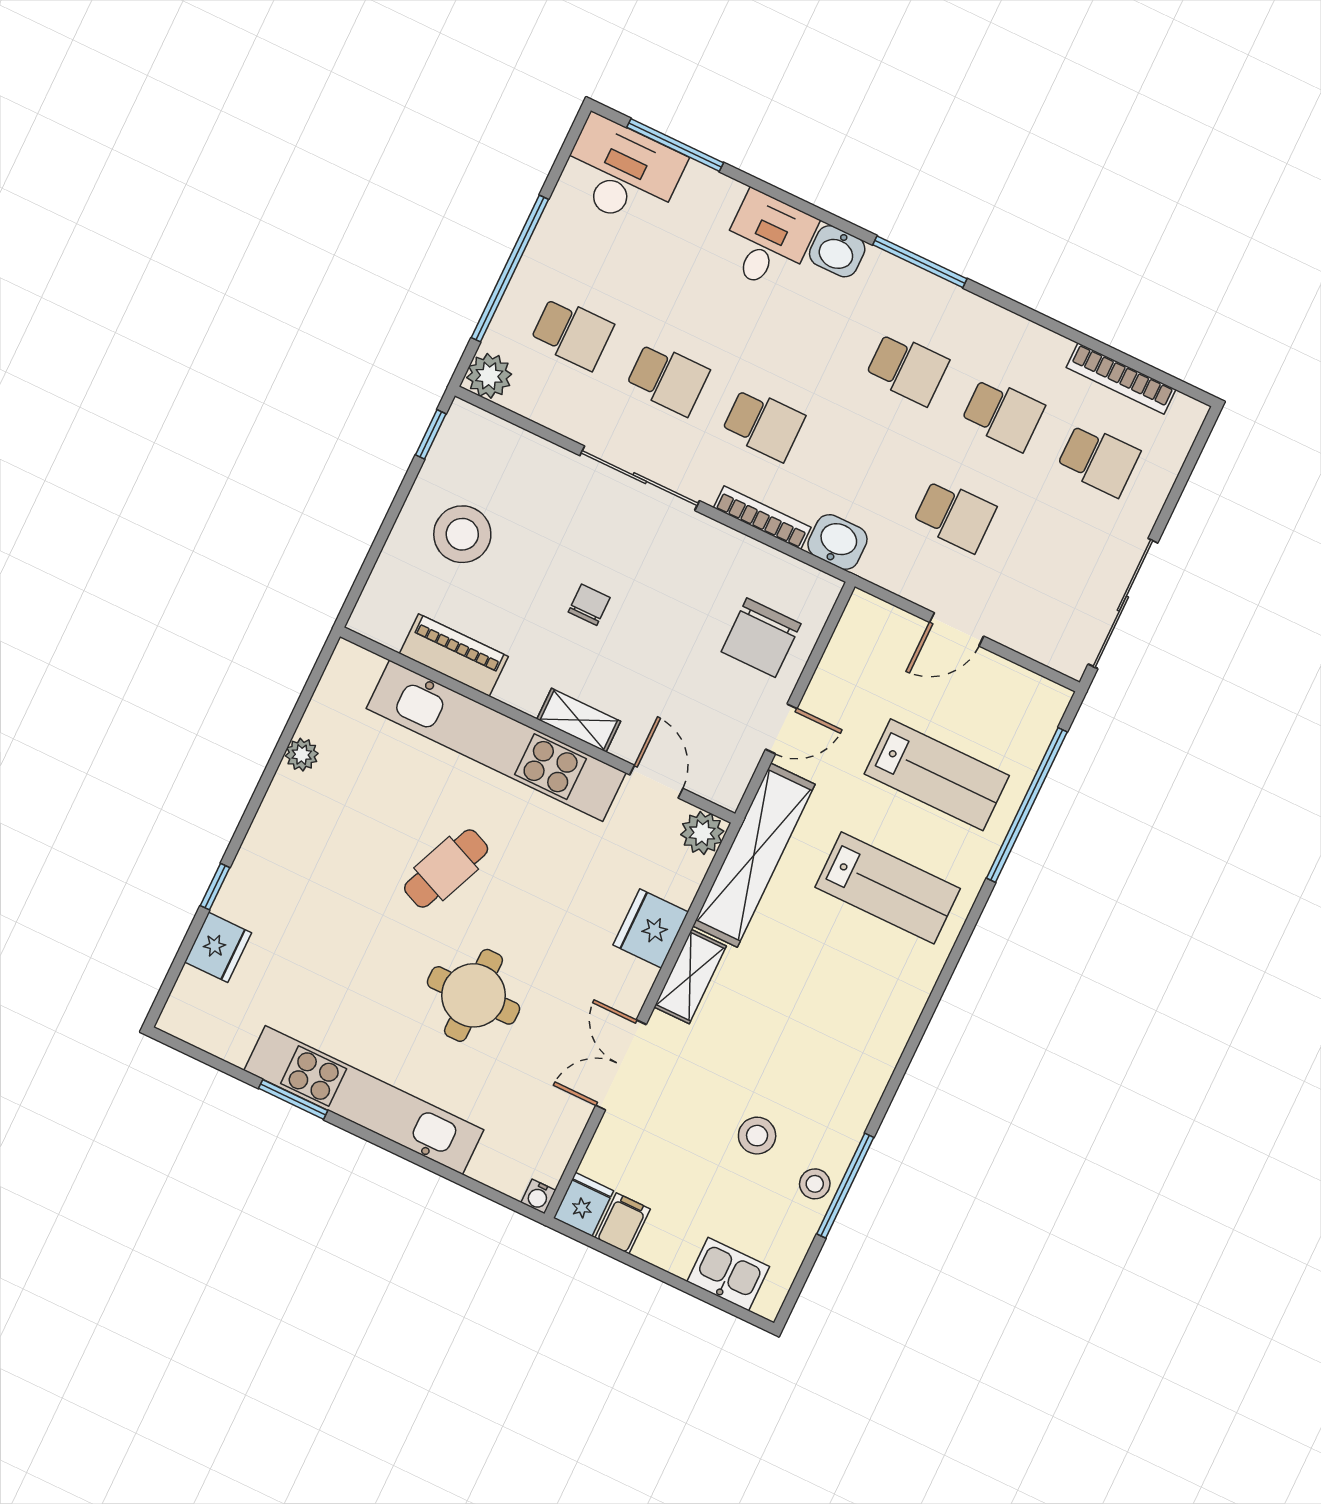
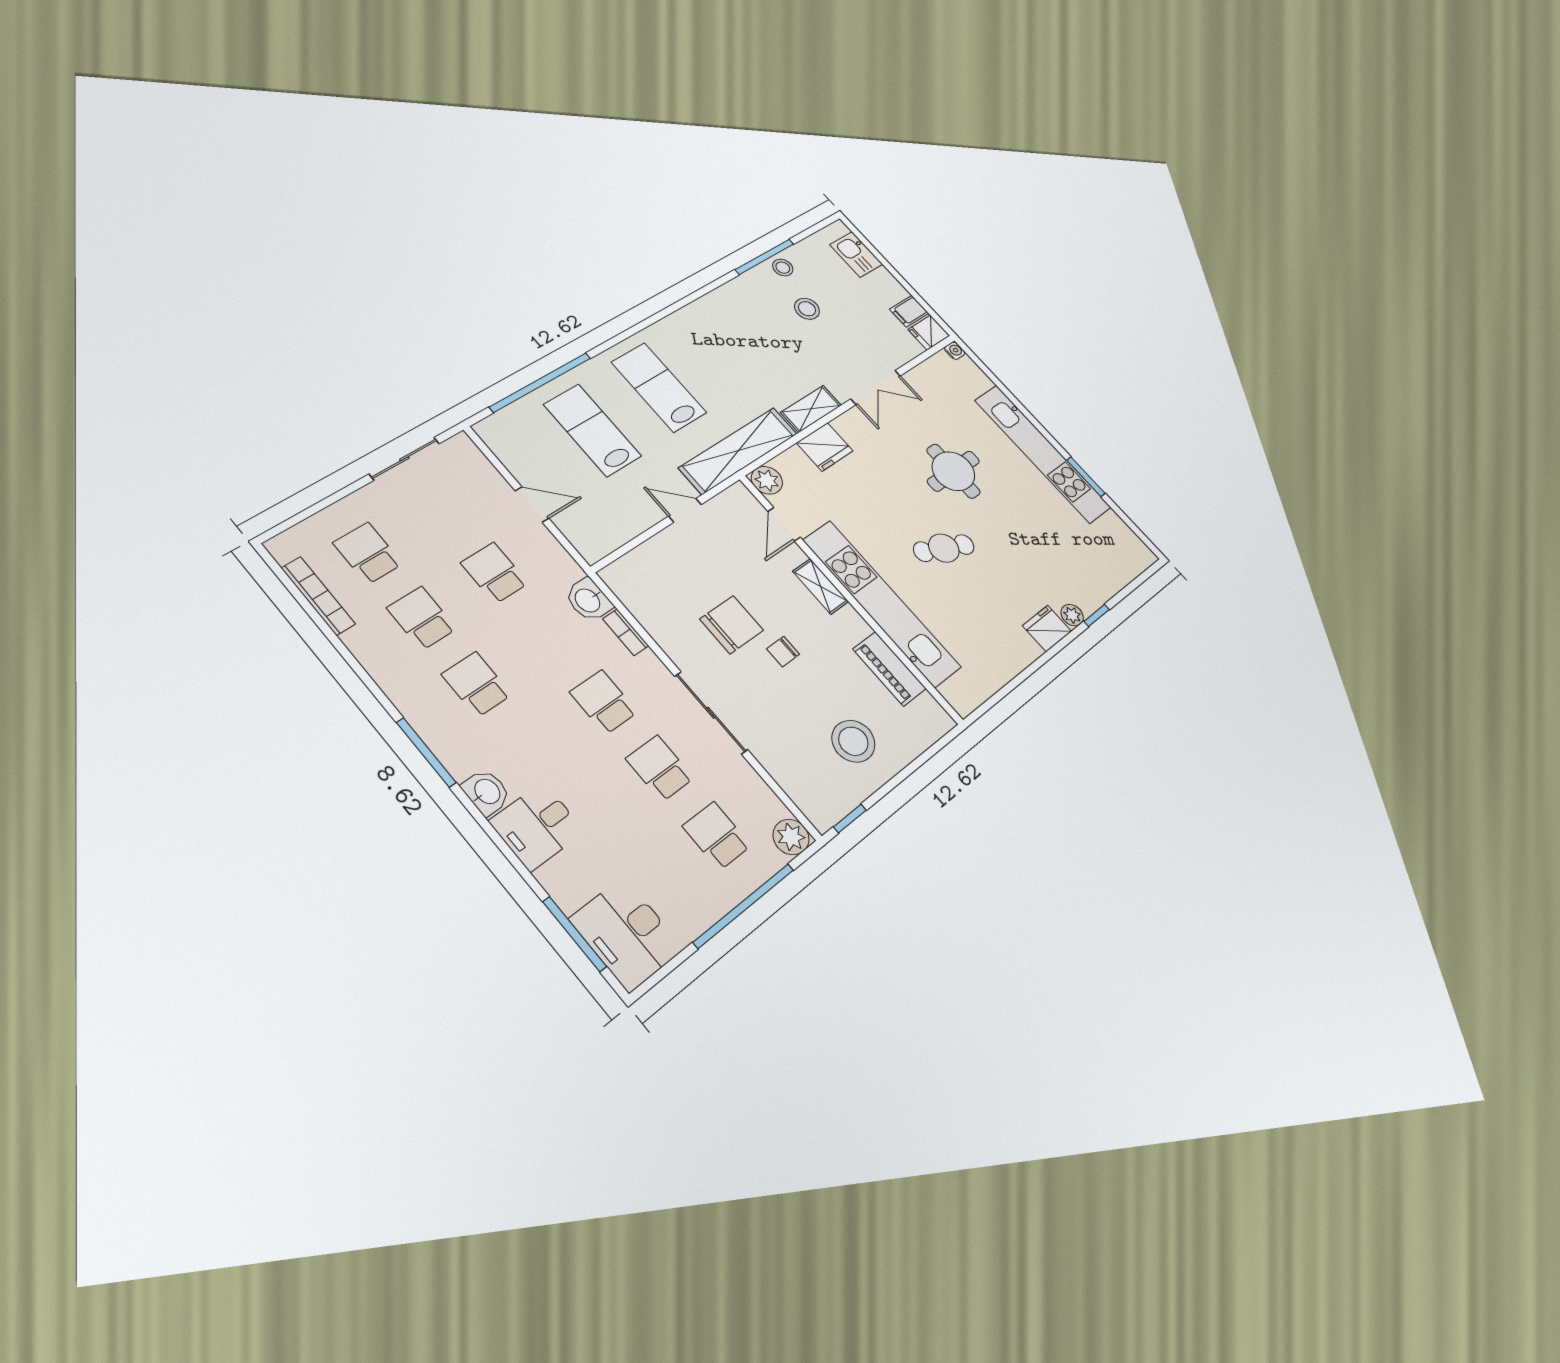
bookcase: (762, 518) -> (626, 632), width x0.64
sliding door: (1123, 604) -> (404, 459), width x0.73
chair: (761, 638) -> (732, 625), moved
plant: (302, 755) -> (1072, 615), moved
fridge: (218, 947) -> (1047, 628), moved

